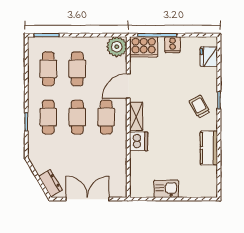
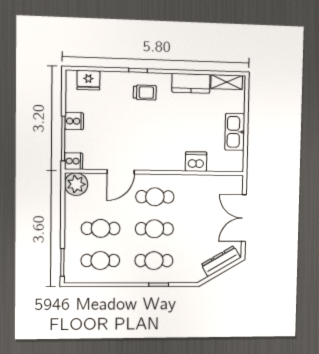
cooker: (144, 47) -> (74, 161), width x0.53, depth x0.76
door: (128, 86) -> (121, 172), hinge flipped
trolley: (200, 107) -> (145, 92), turned -151
shelving: (136, 116) -> (227, 82), moved
dishwasher: (139, 141) -> (196, 162), moved
dresser: (51, 183) -> (221, 261), width x1.44
kitchen sink: (166, 189) -> (235, 132), width x1.38

